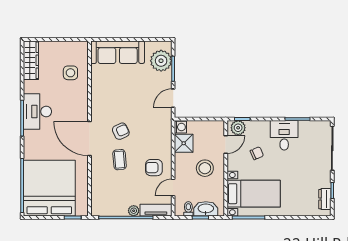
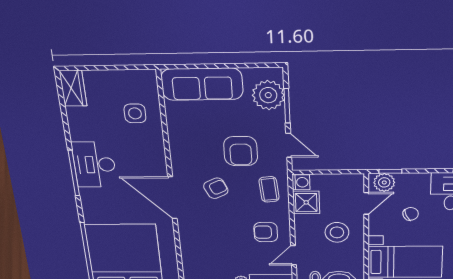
wardrobe: (31, 60) -> (73, 88), width x0.67
door: (173, 98) -> (289, 145), swing flipped
armchair: (140, 102) -> (241, 151), added
coffee table: (120, 160) -> (269, 189), moved

